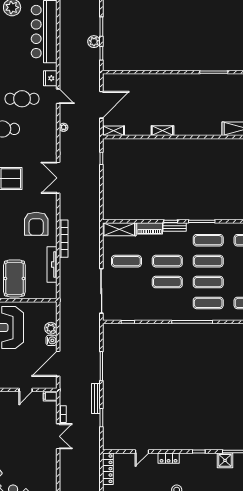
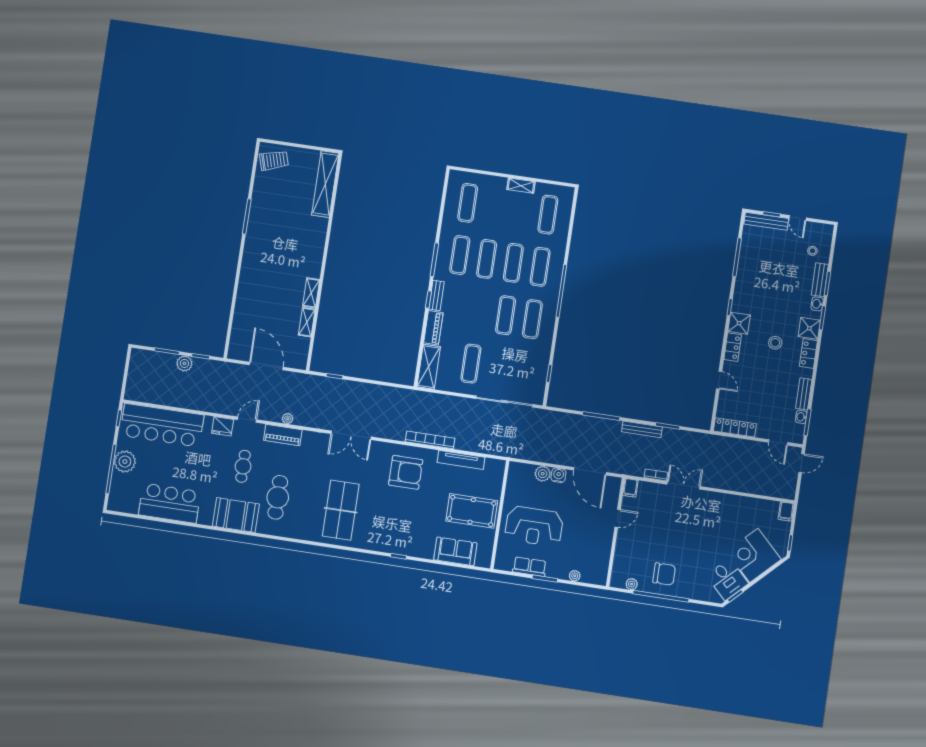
cafe table: (22, 99) -> (243, 466), width x0.73, depth x0.74
piano: (50, 126) -> (283, 435), added
shelving: (114, 131) -> (307, 322), moved
exercise mat: (167, 261) -> (532, 319), moved
door: (26, 390) -> (618, 518), hinge flipped
shower: (225, 460) -> (739, 323), moved

